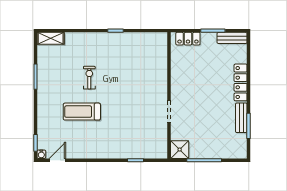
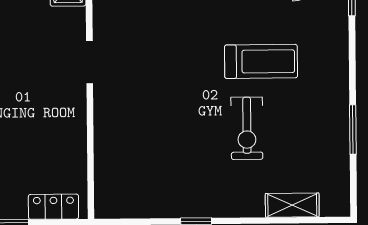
shelving: (51, 38) -> (292, 205), moved
exercise bike: (89, 78) -> (247, 128), width x1.38, depth x1.39

